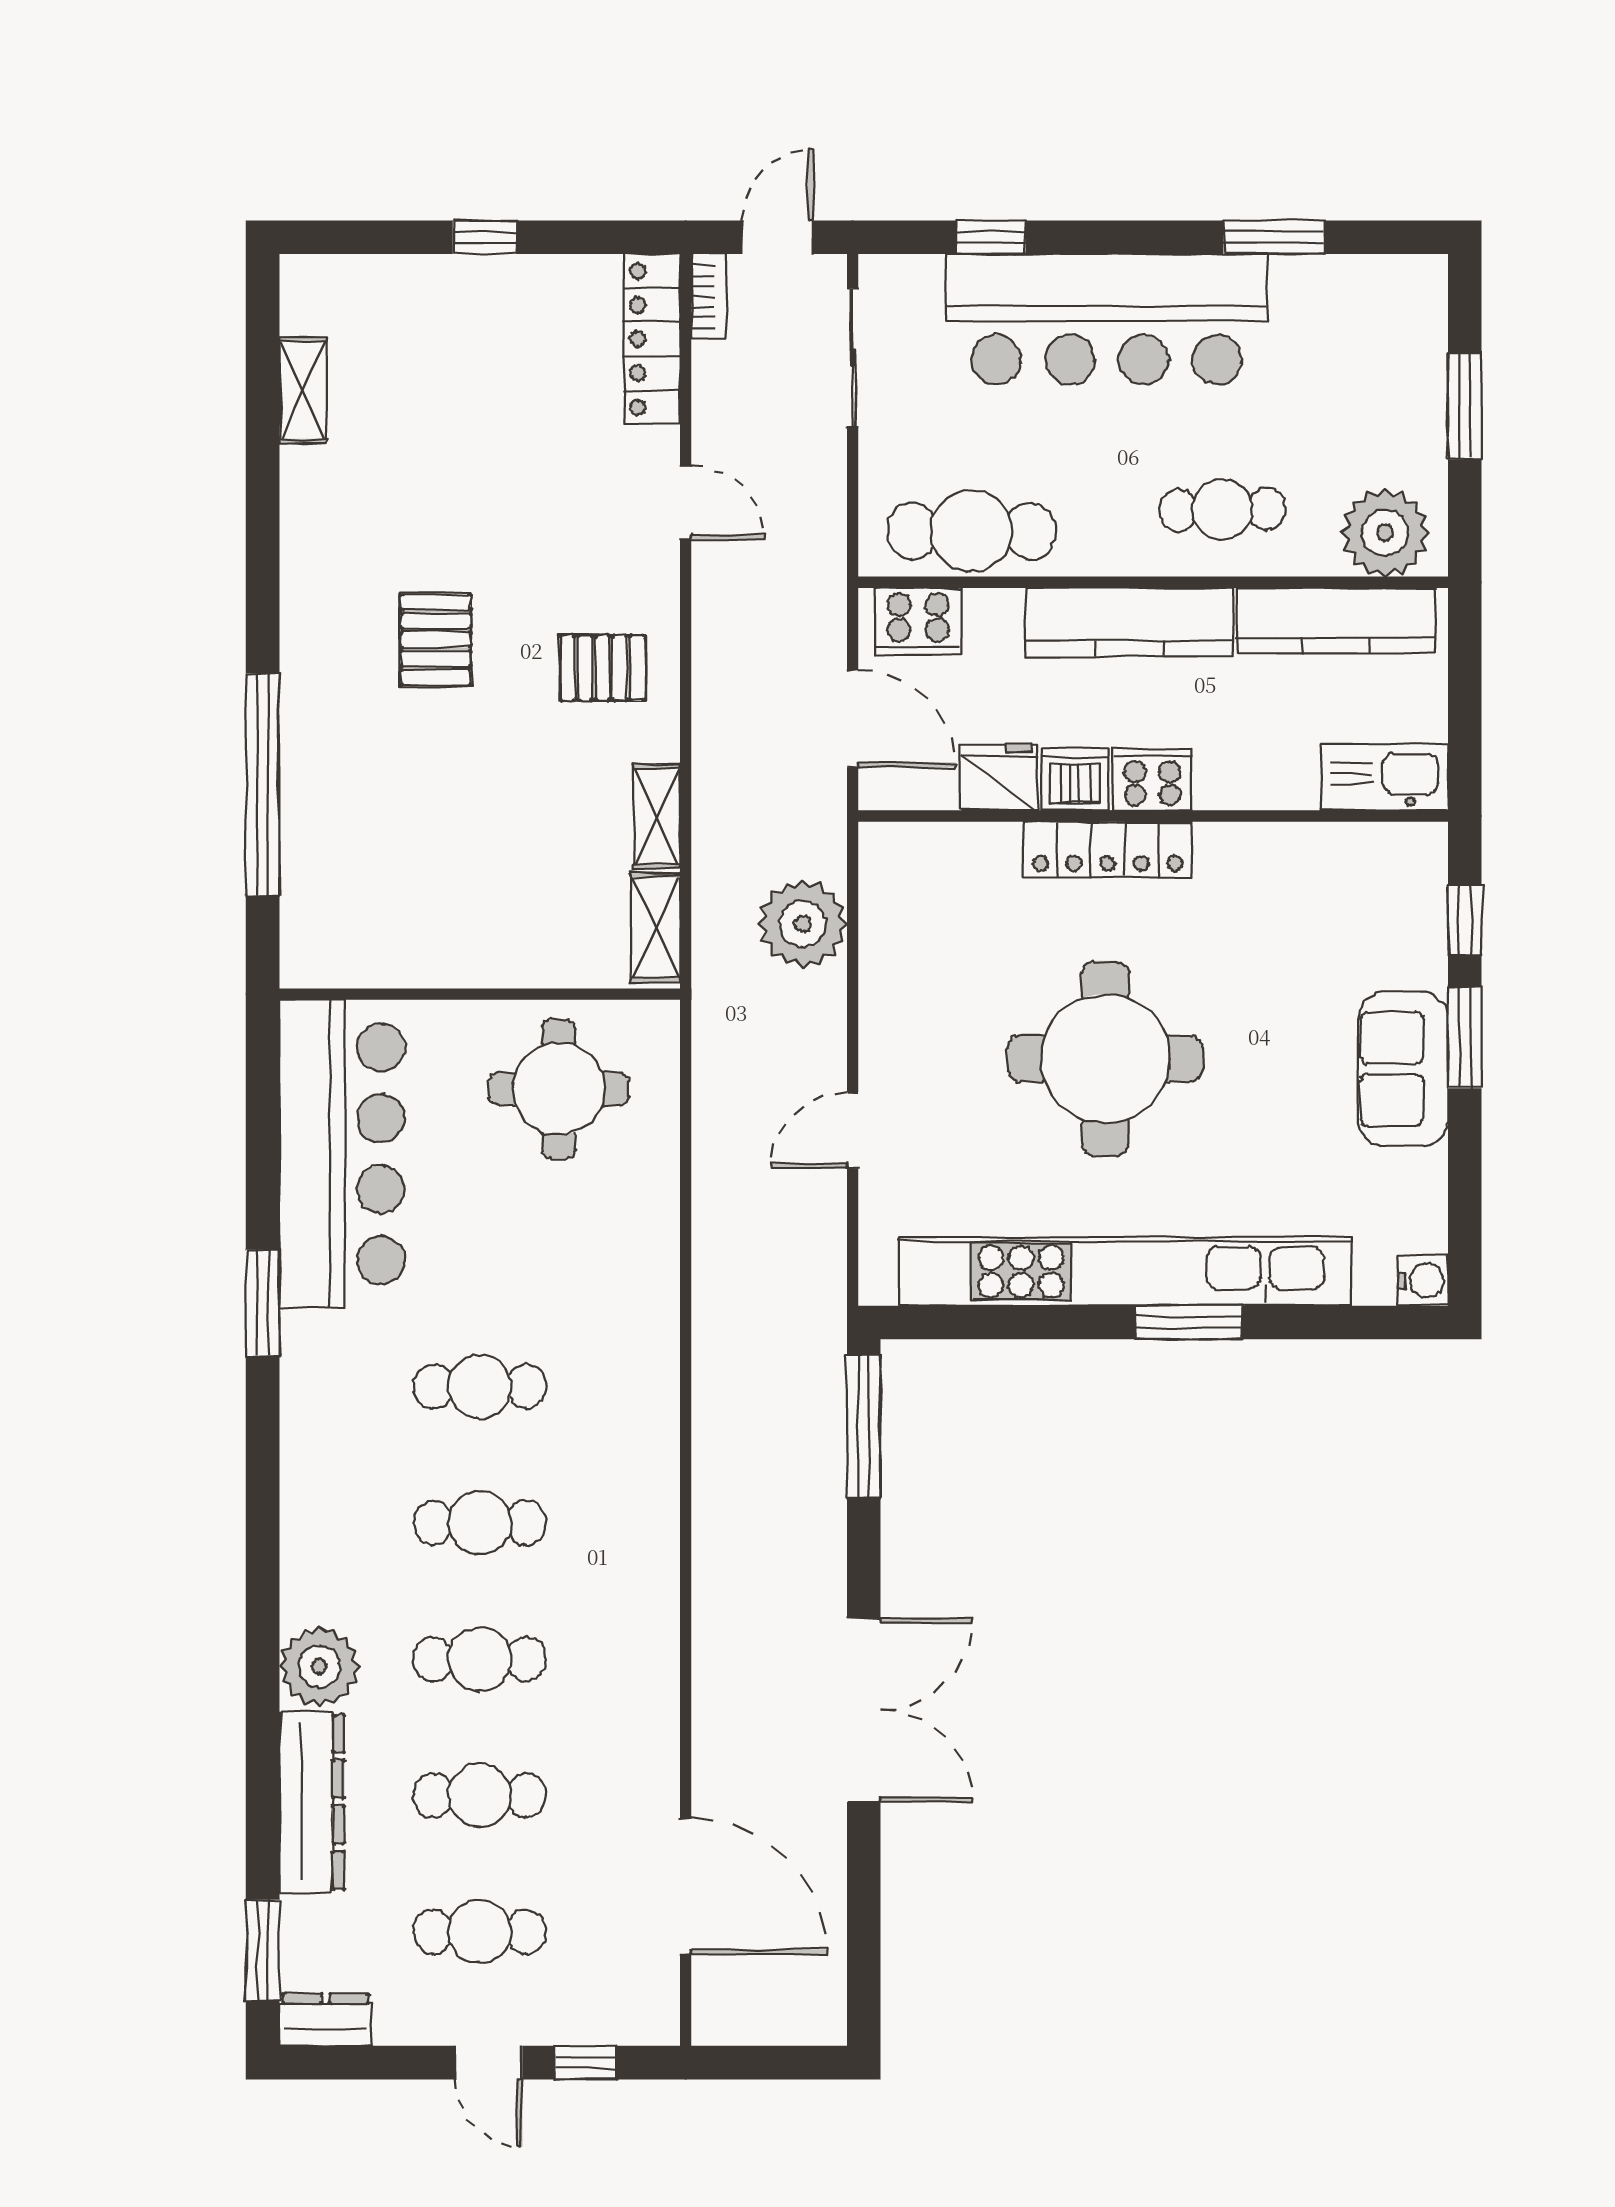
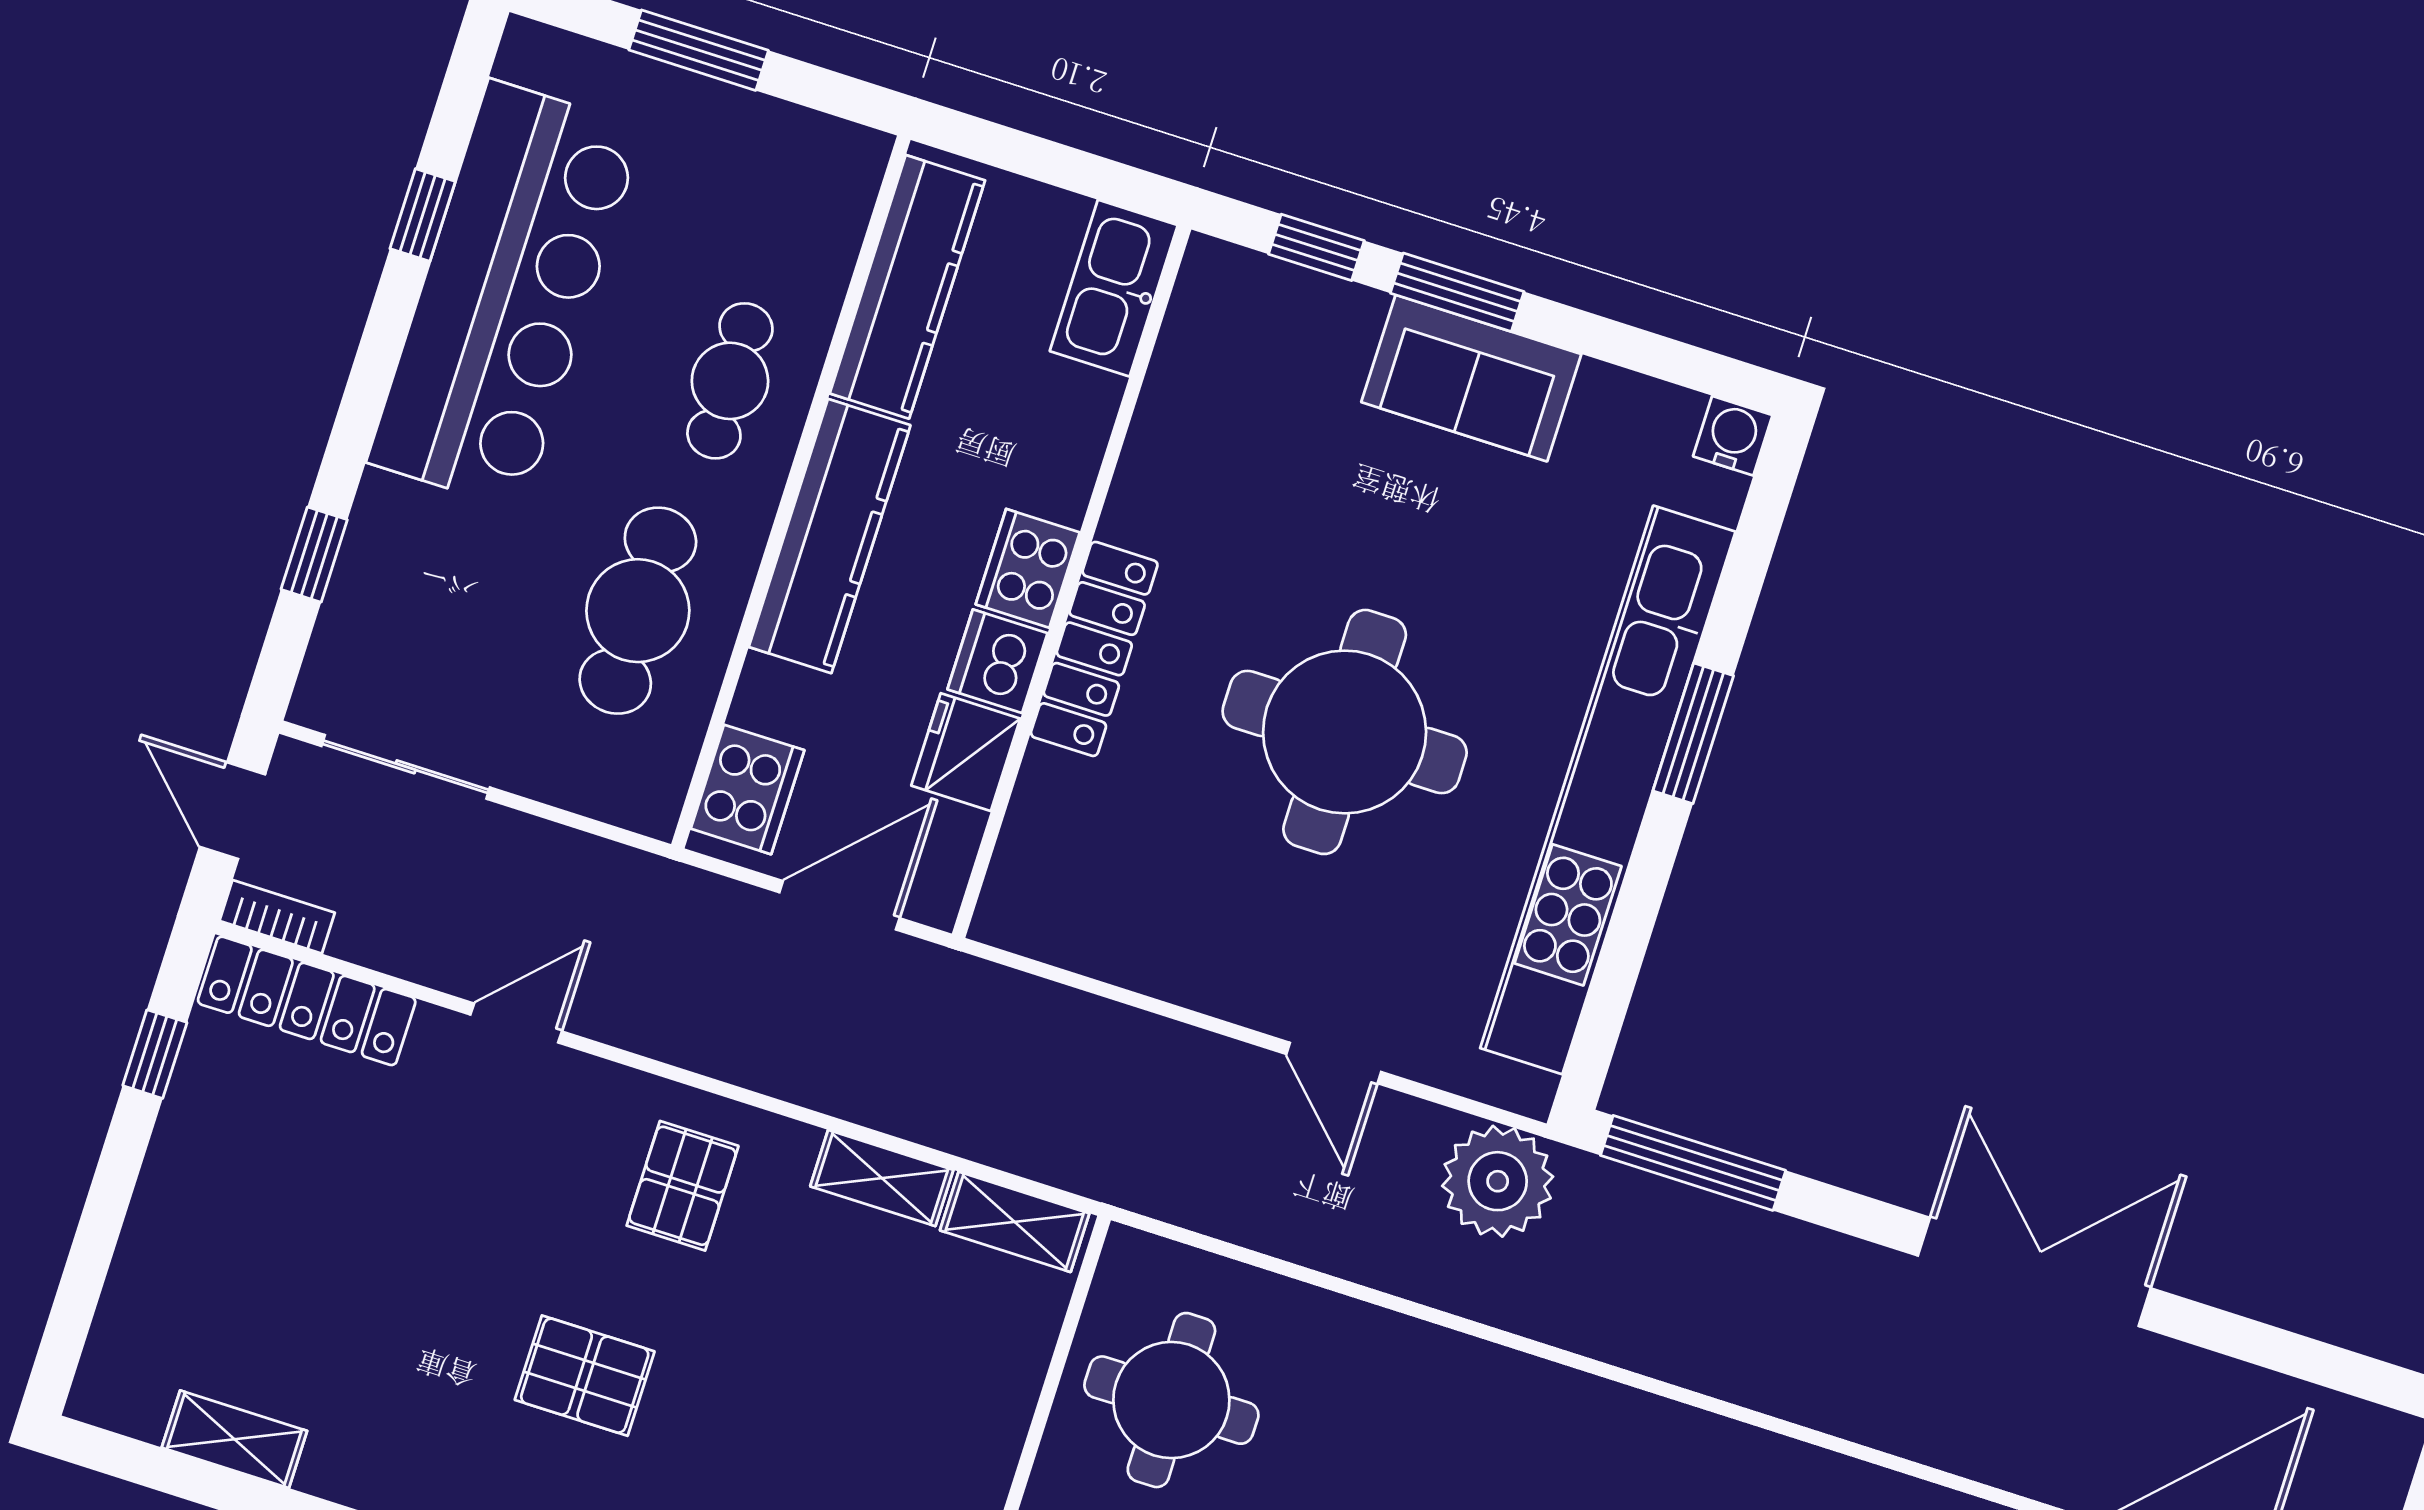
window: (485, 237) -> (155, 1054), moved
window: (1274, 237) -> (423, 215), width x0.67
bar counter: (1107, 319) -> (506, 295), moved
cafe table: (971, 531) -> (638, 611), moved
plant: (1385, 533) -> (820, 195), removed
plant: (803, 924) -> (1498, 1181), moved

